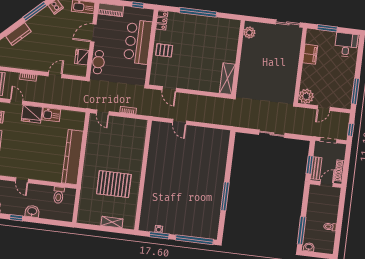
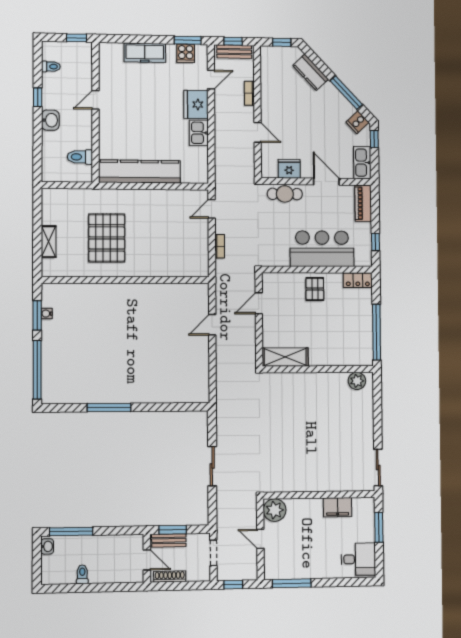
plant: (249, 33) -> (357, 381), moved
wall: (238, 58) -> (318, 369), moved
shelving: (227, 79) -> (285, 357), moved

